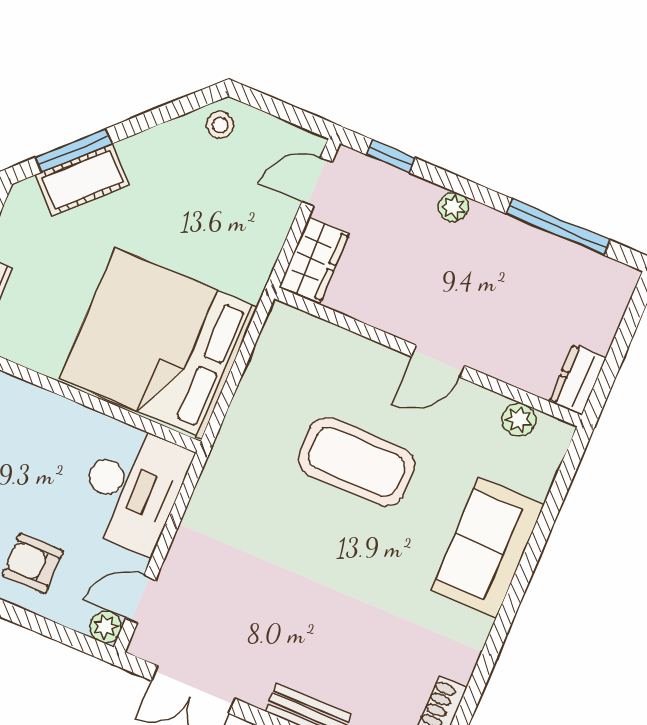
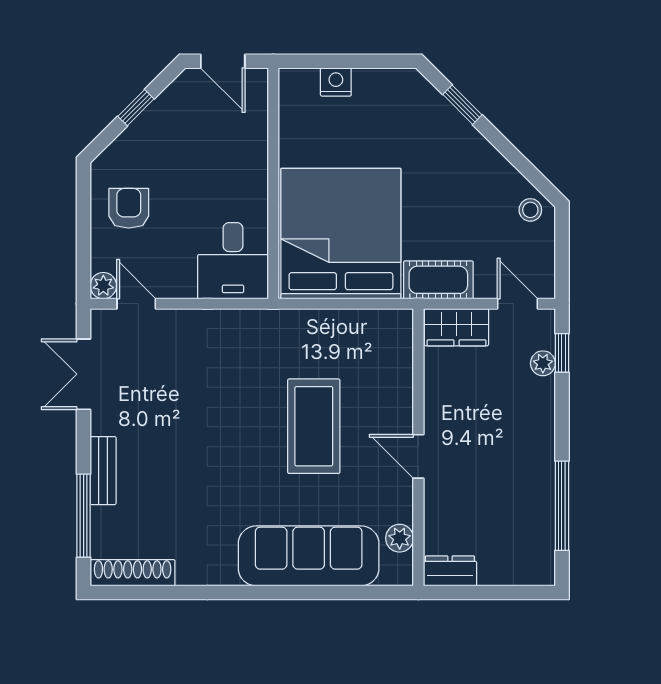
window: (74, 151) -> (462, 105), width x0.67
cot: (82, 180) -> (438, 280), moved, turned -45
plant: (453, 207) -> (543, 363), moved
desk: (132, 488) -> (233, 261), width x0.73
sofa: (488, 548) -> (309, 556), width x1.36

